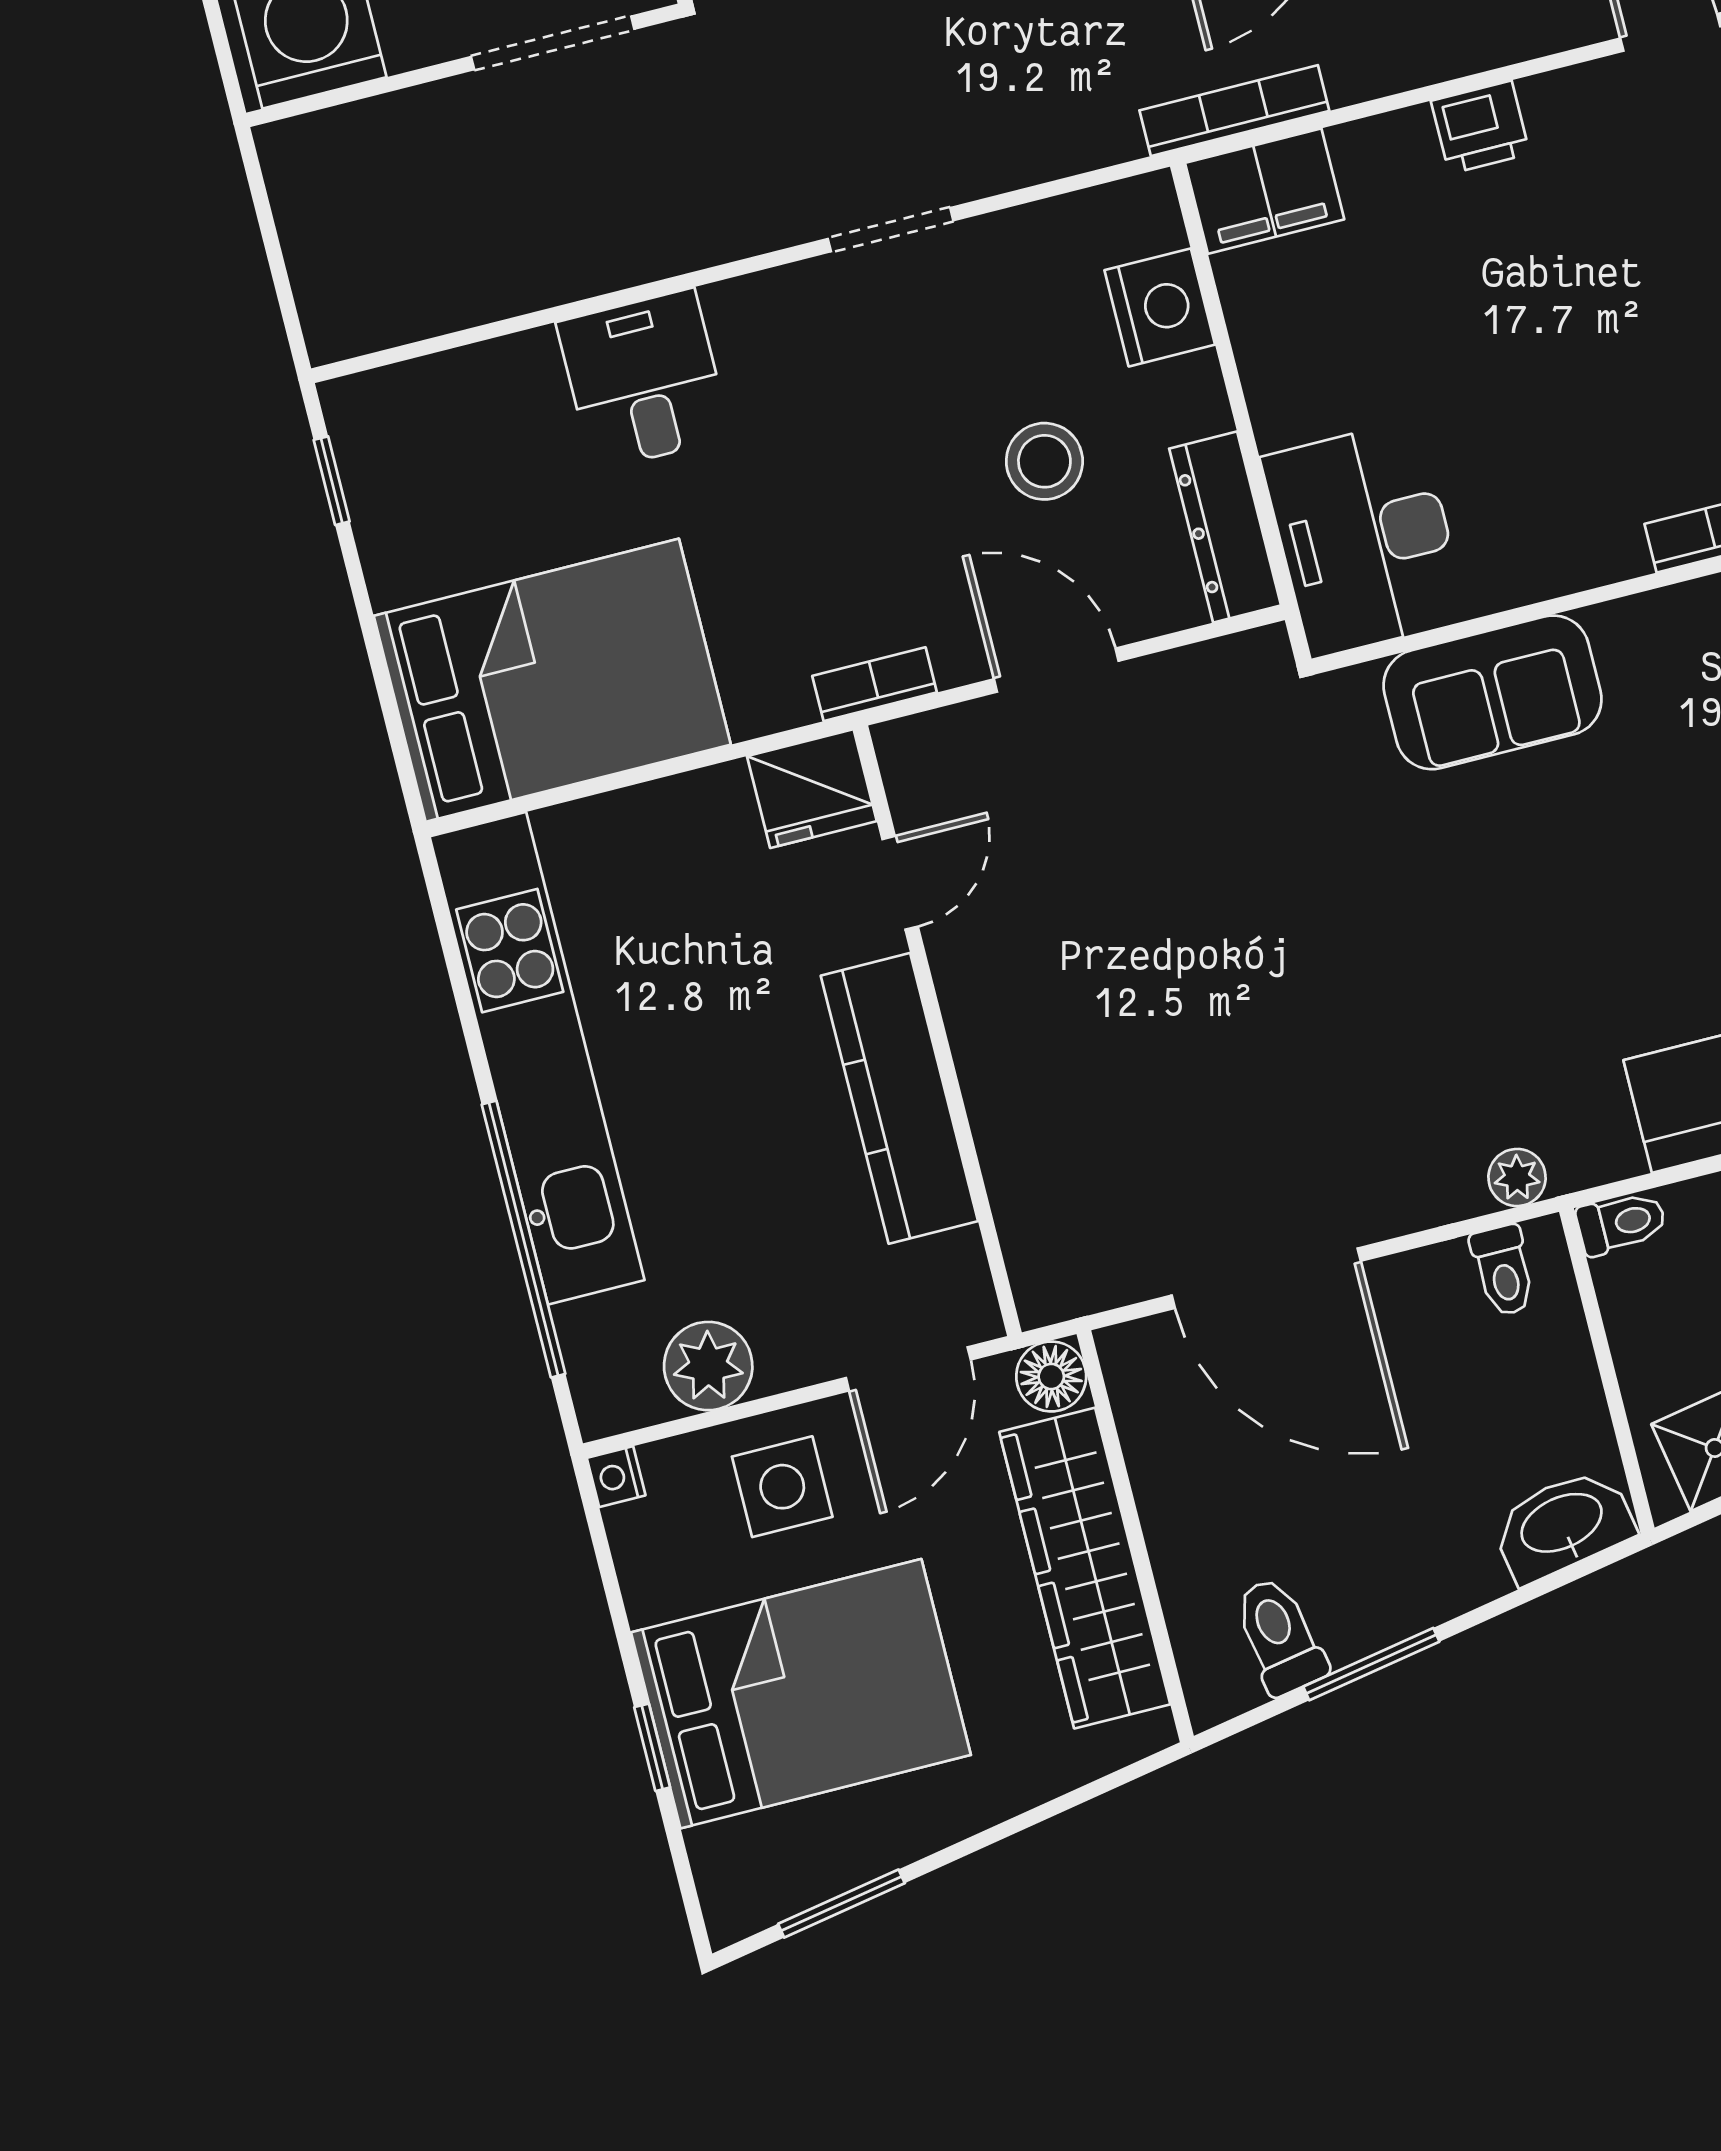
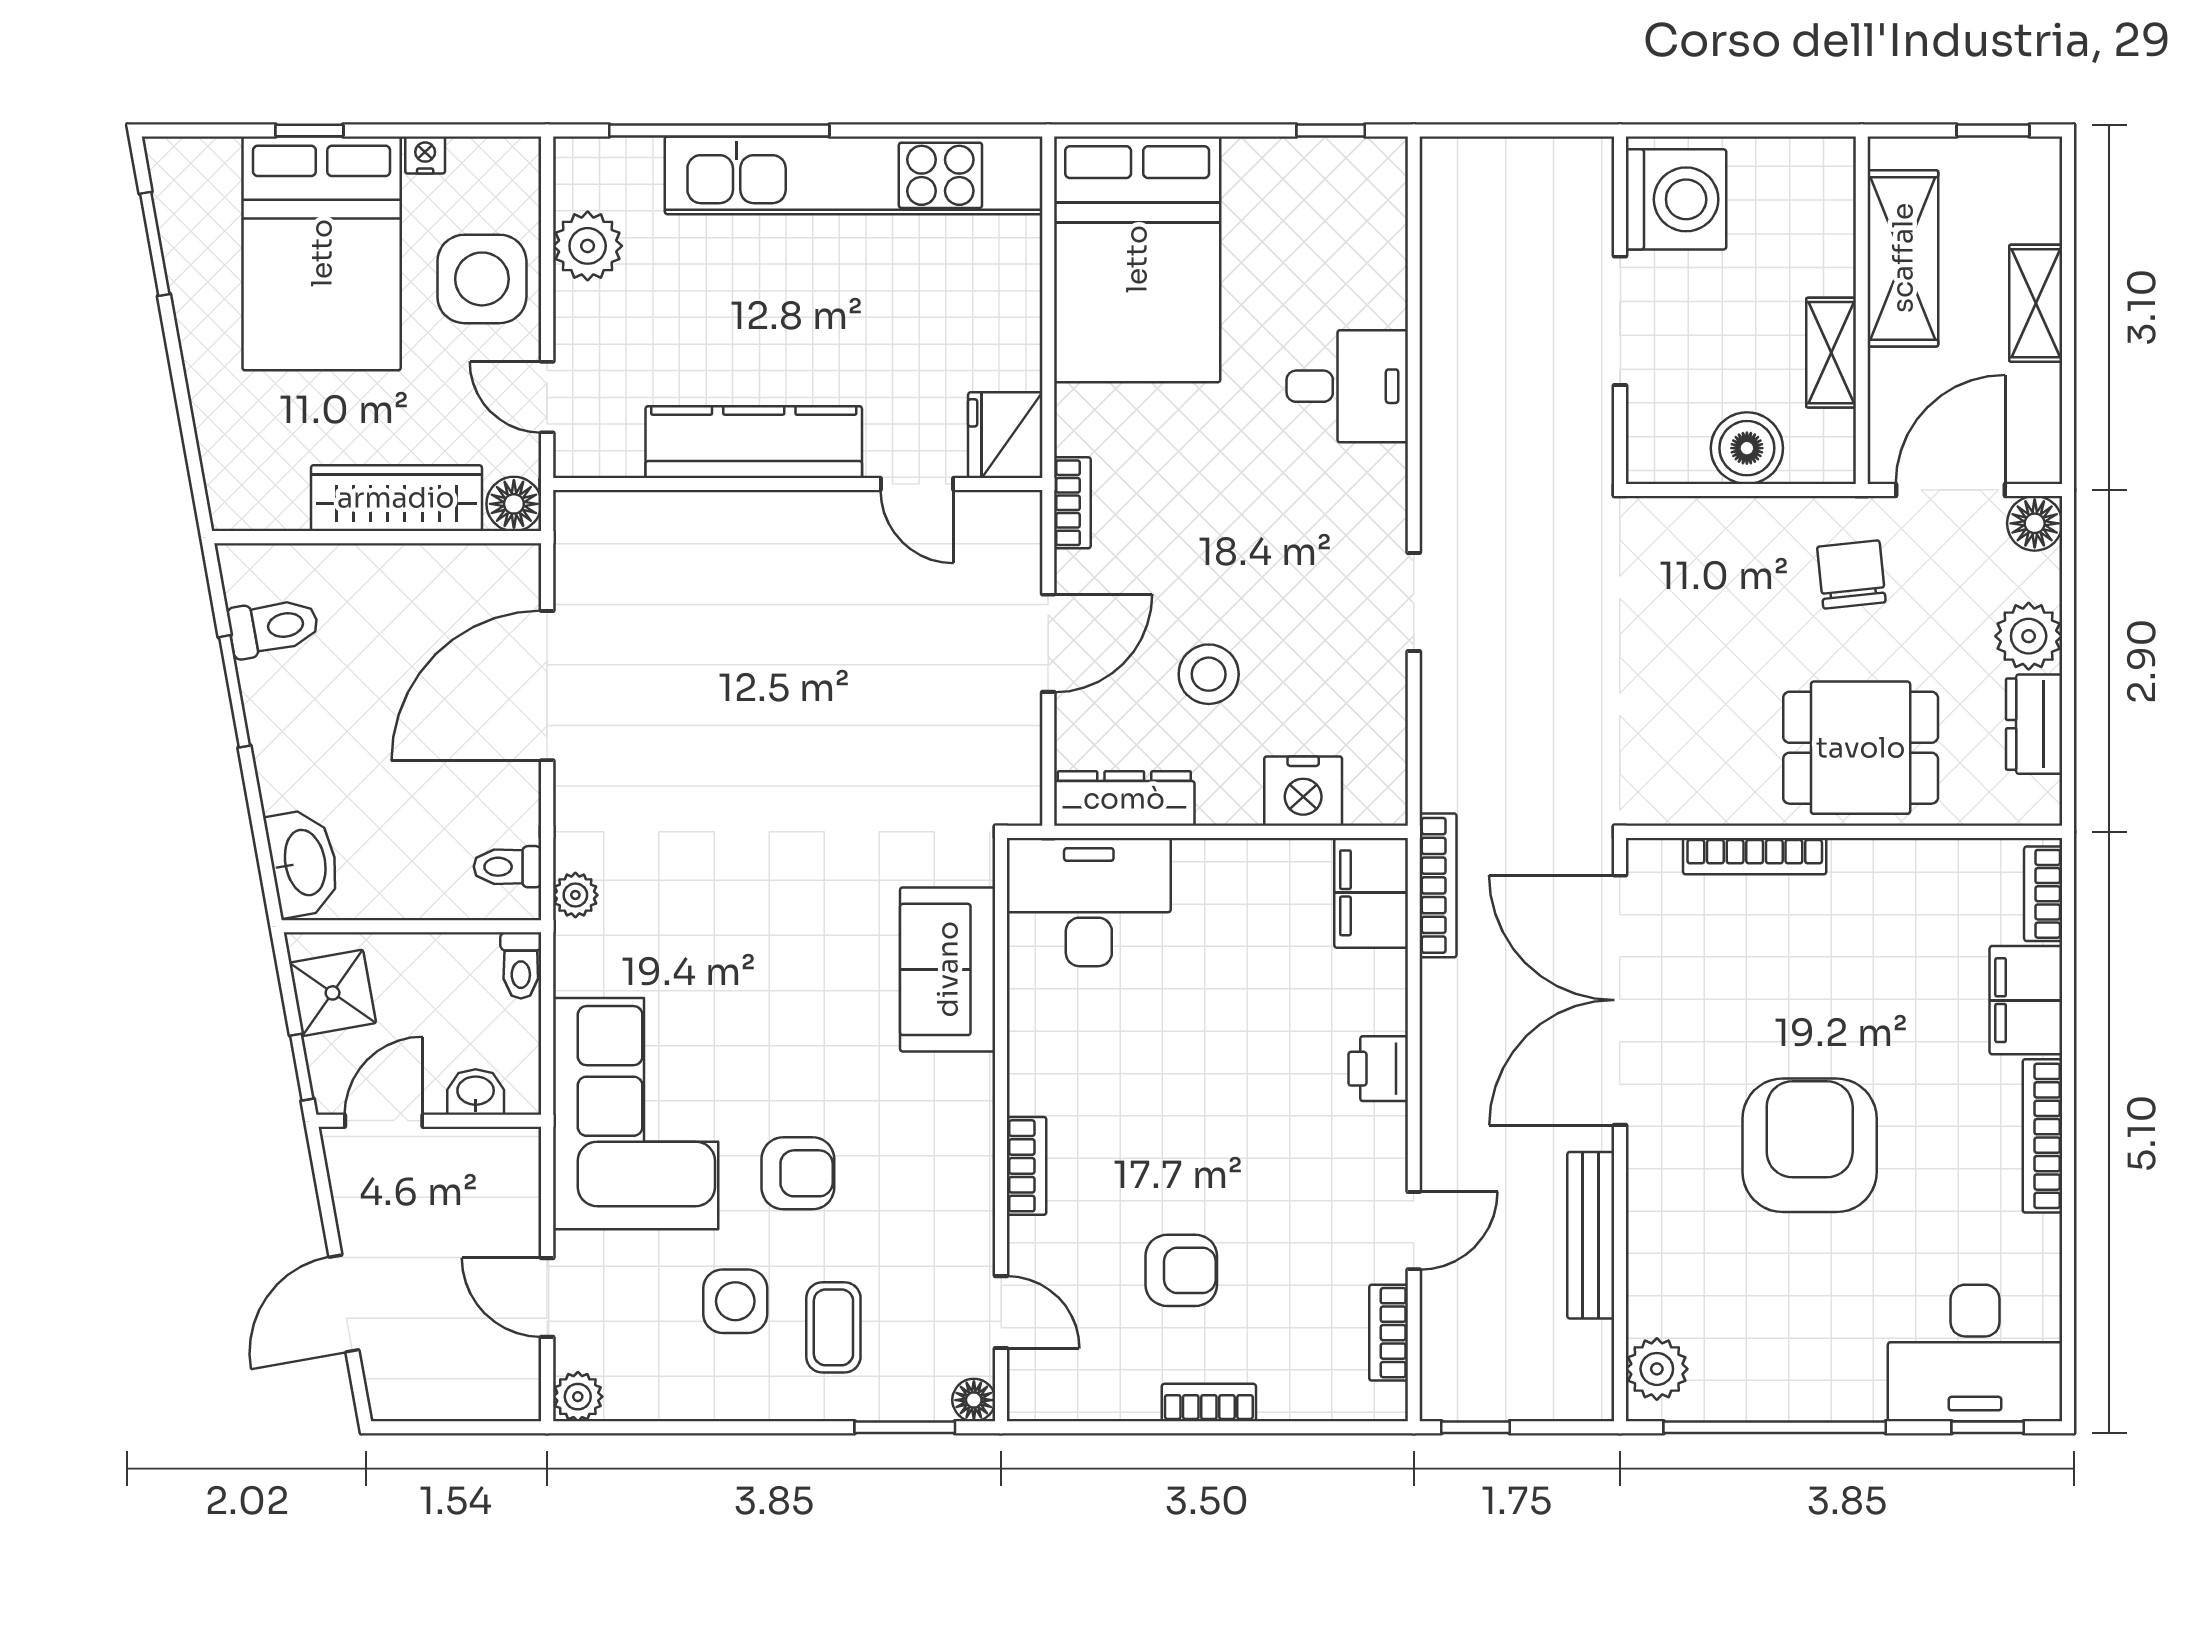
doorway: (553, 43) -> (1620, 321), moved
door: (908, 1369) -> (547, 397), width x0.73
nightstand: (616, 1477) -> (425, 155), moved
side table: (782, 1487) -> (482, 279), width x1.37, depth x1.37
wardrobe: (1085, 1568) -> (396, 498), width x0.71, depth x0.85

